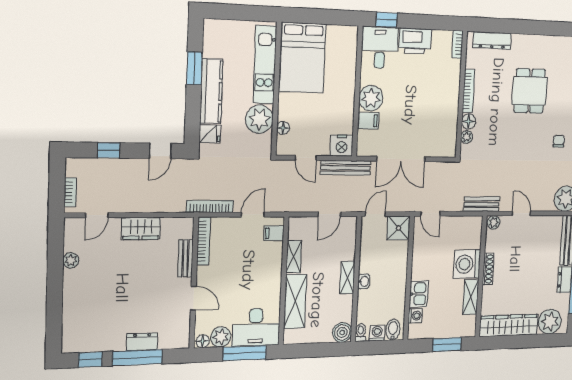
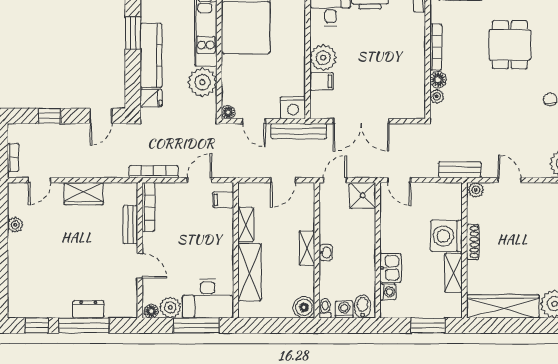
floor lamp: (283, 128) -> (228, 112), moved

